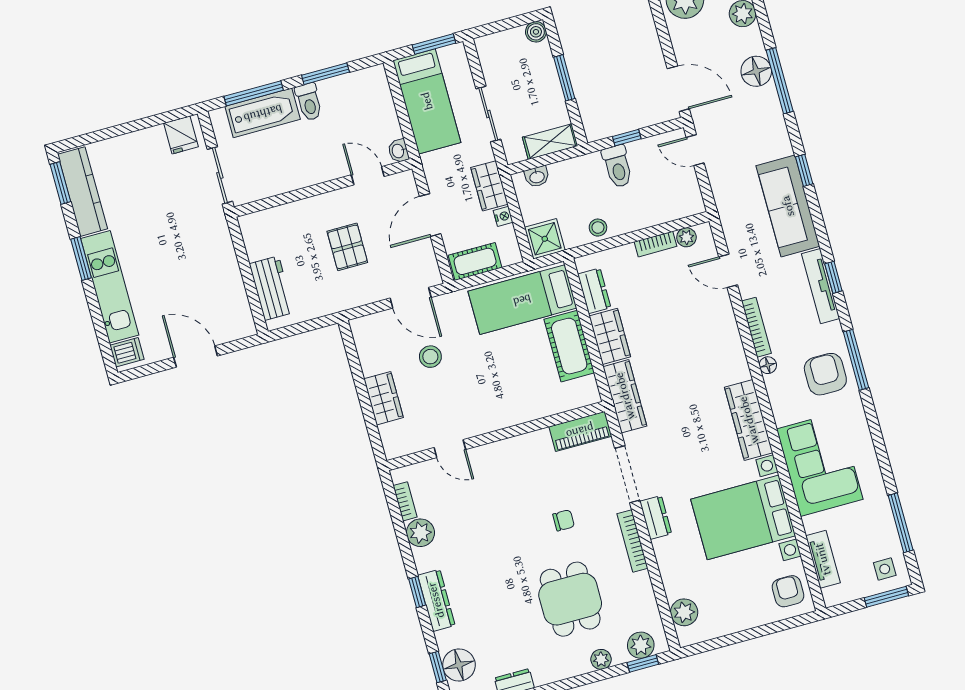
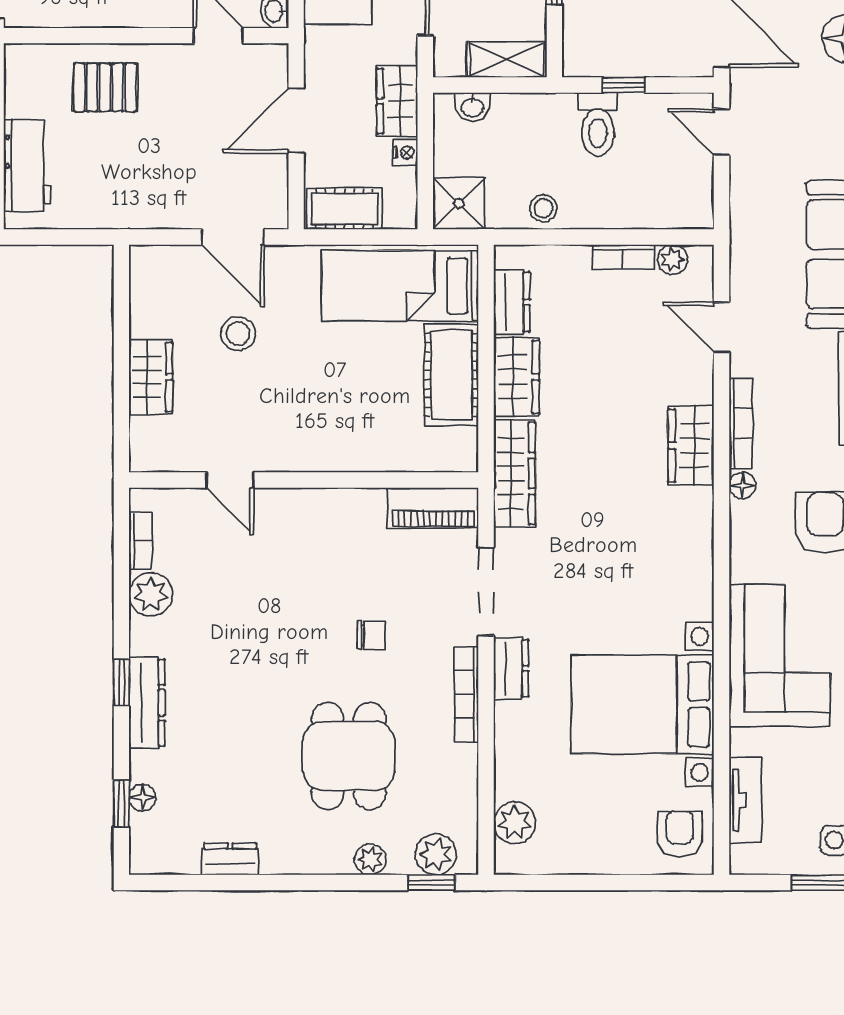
pallet: (347, 247) -> (105, 87), moved, turned 90
wardrobe: (749, 420) -> (691, 446), moved, width x0.67
floor lamp: (459, 665) -> (142, 797), width x0.53, depth x0.53

